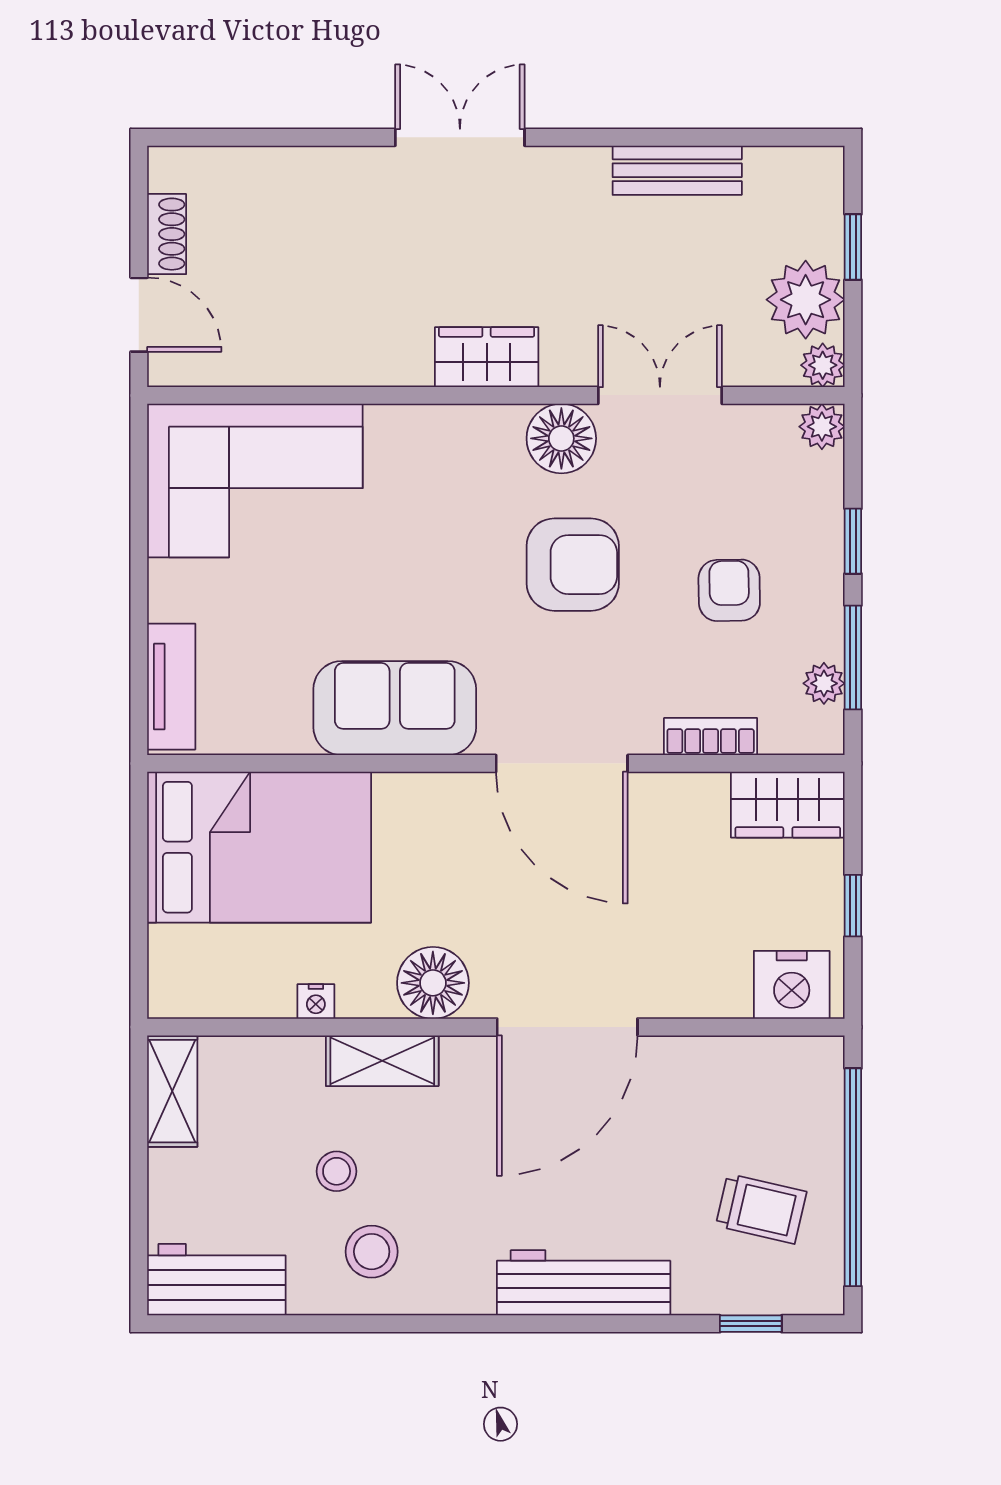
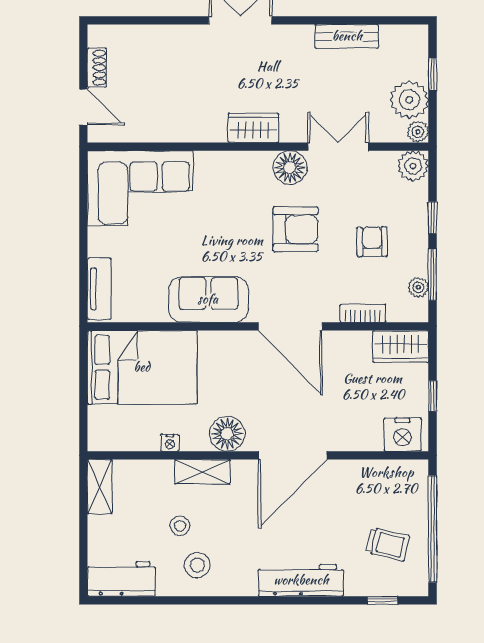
plant: (822, 427) -> (413, 166), width x1.38, depth x1.38

